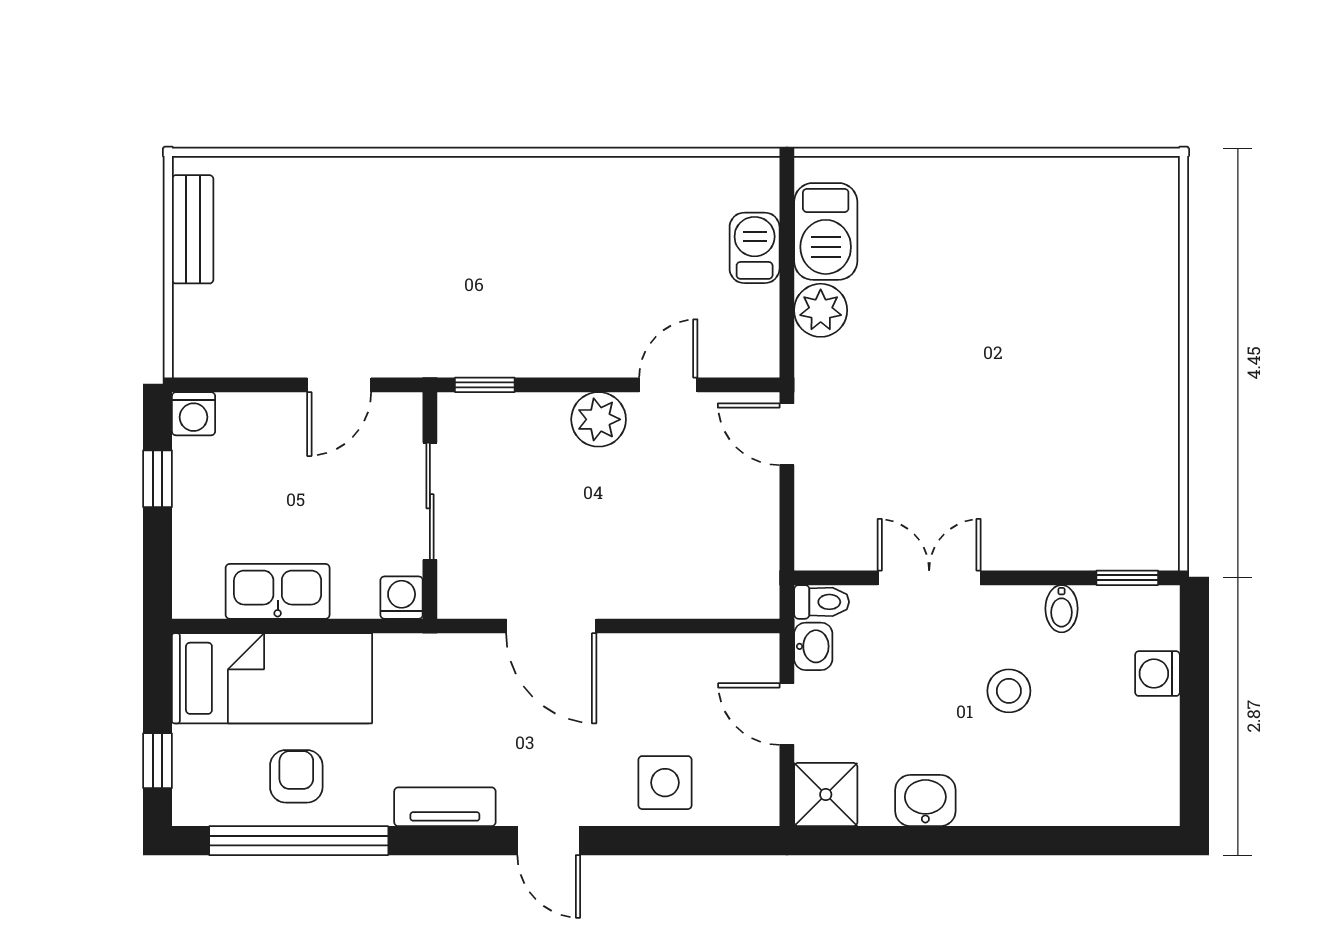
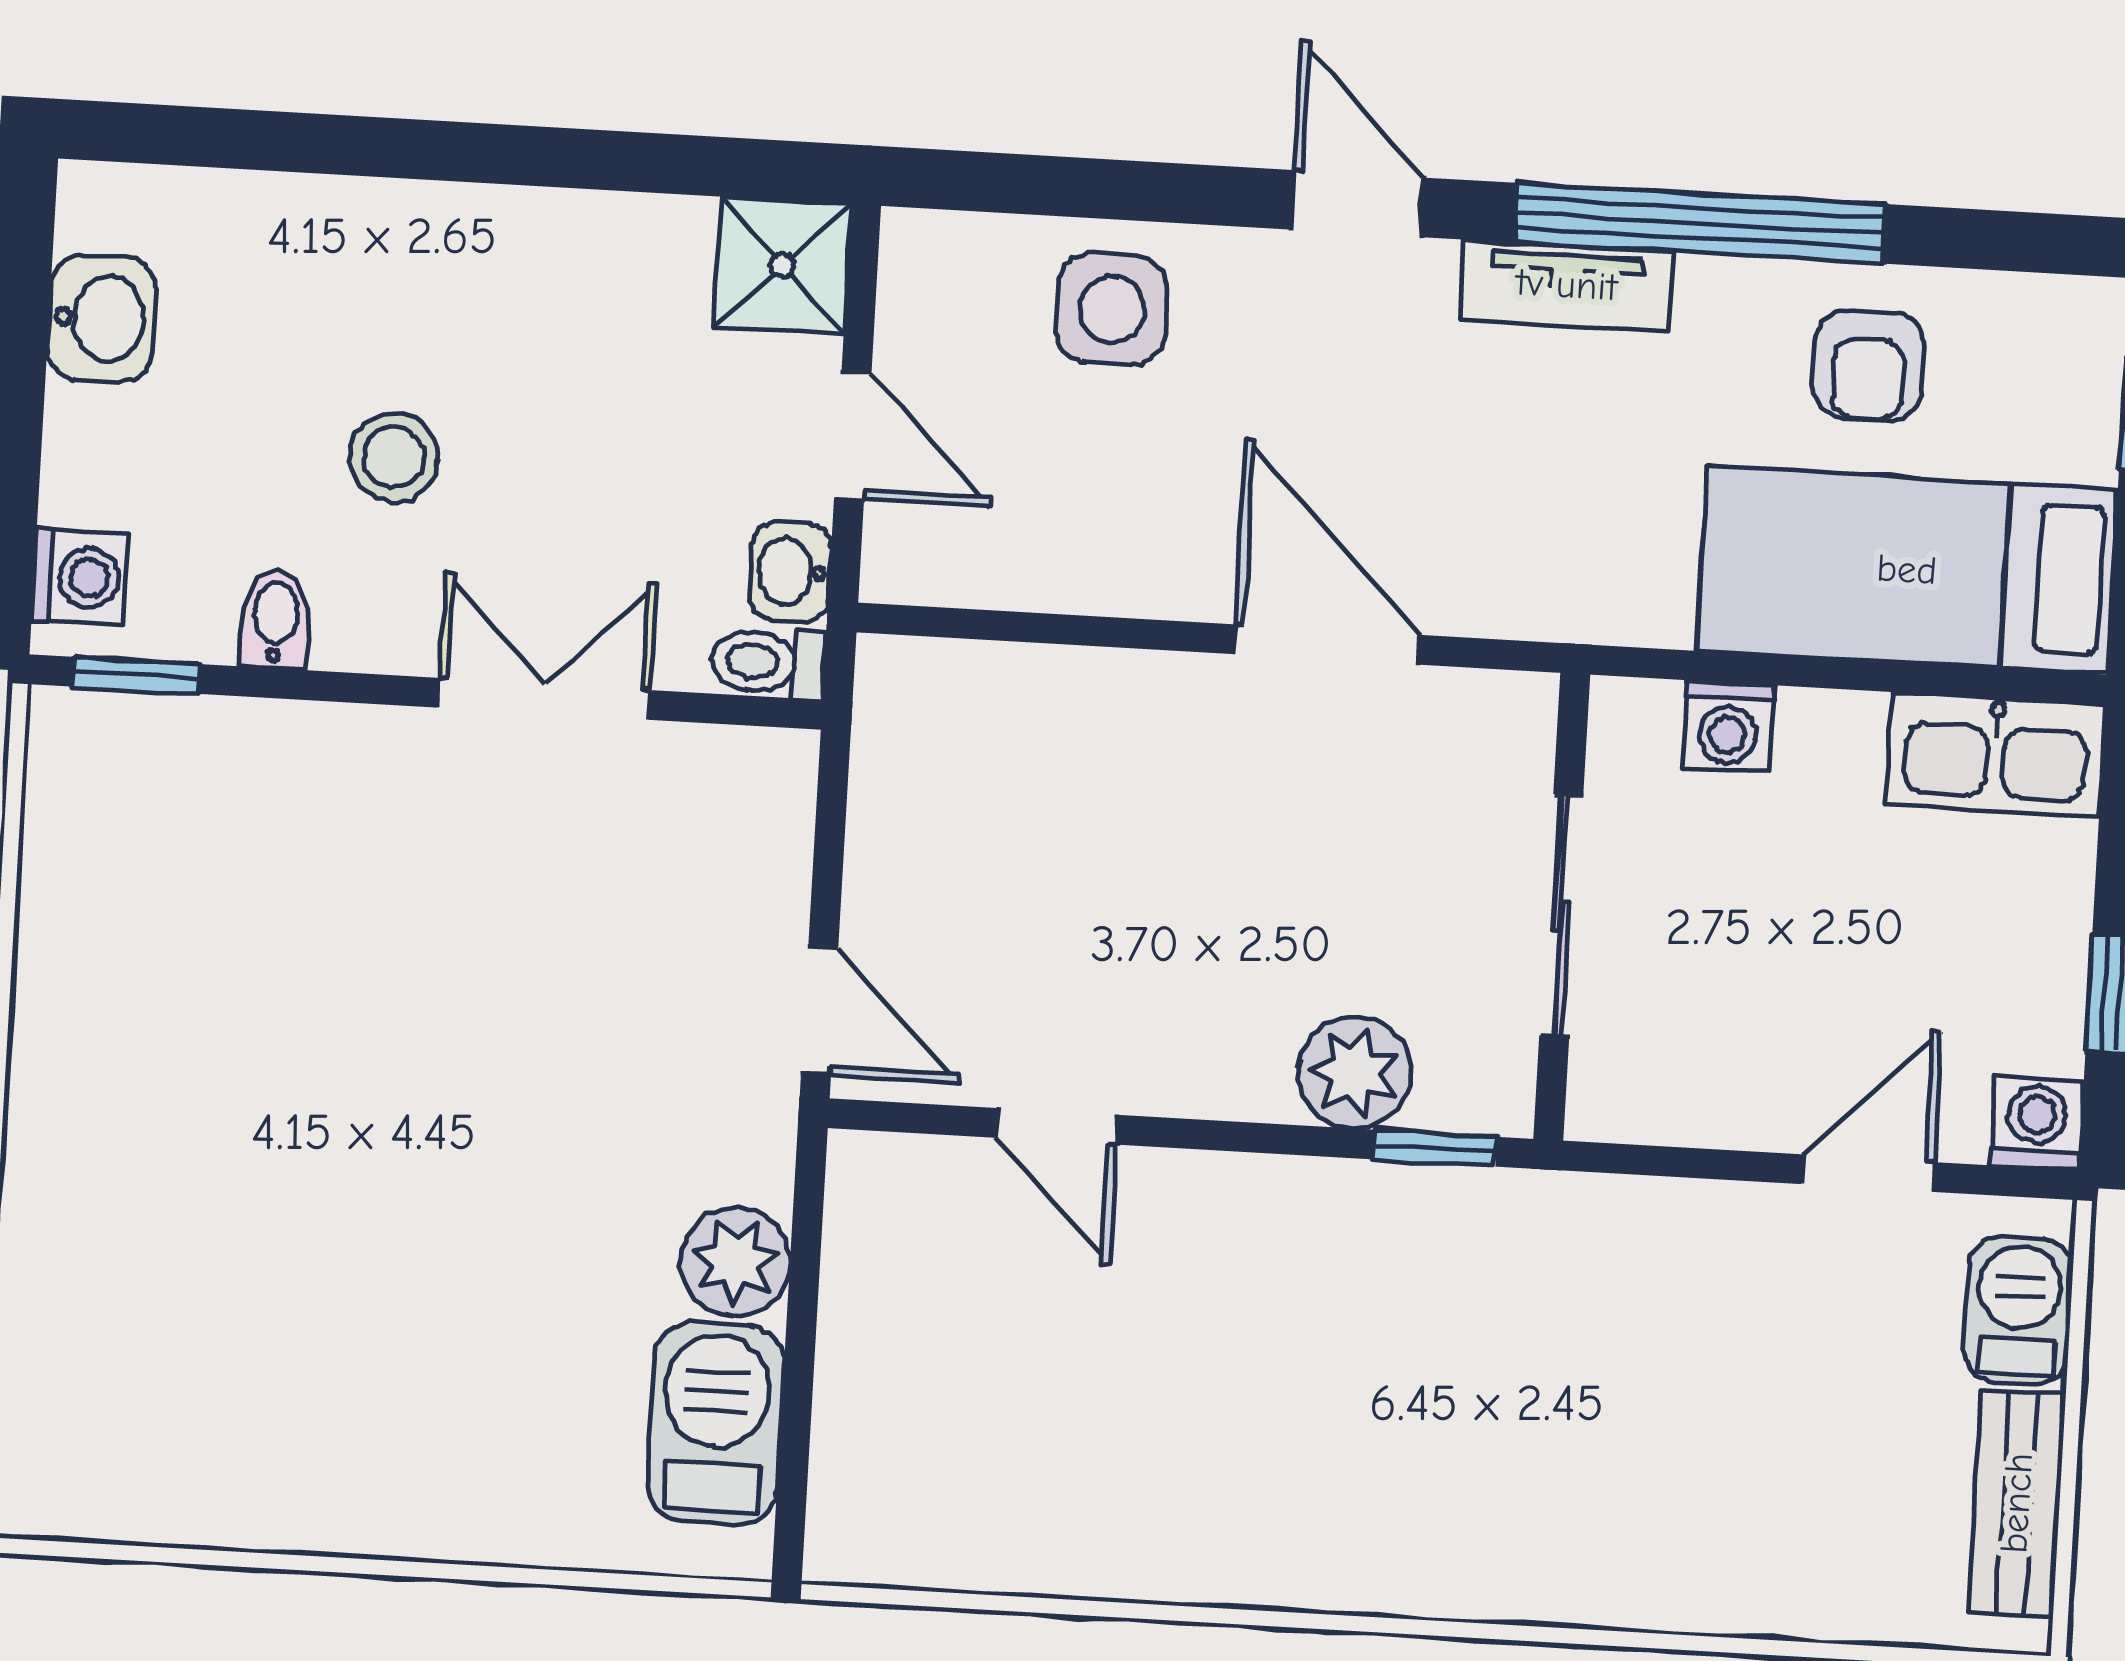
barbecue: (755, 248) -> (2019, 1310), moved, turned 180
door: (339, 385) -> (1868, 1173), moved
door: (668, 385) -> (1057, 1126), hinge flipped
plant: (599, 419) -> (1355, 1072), moved
double door: (929, 578) -> (544, 699), swing flipped
kitchen sink: (278, 591) -> (1996, 754), moved
washing machine: (402, 598) -> (1728, 726), moved
washing machine: (1157, 674) -> (80, 577), moved
washbasin: (925, 800) -> (102, 319), moved, turned -90
window: (299, 841) -> (1701, 223), moved

